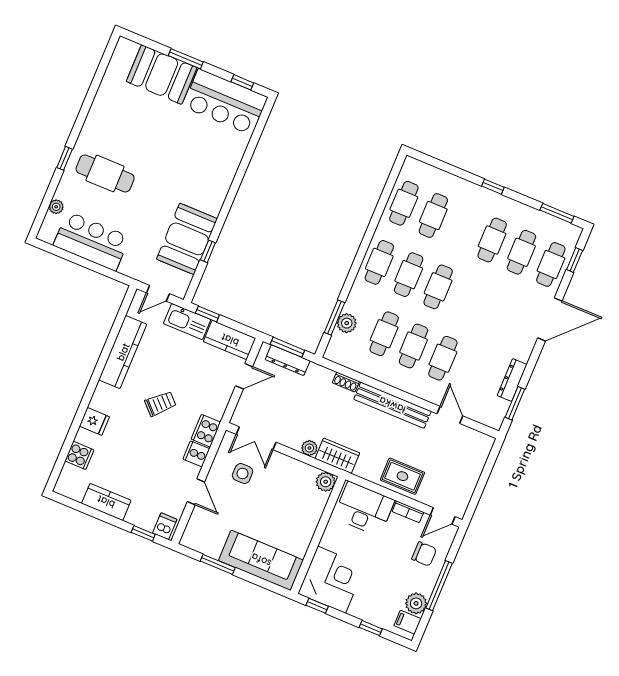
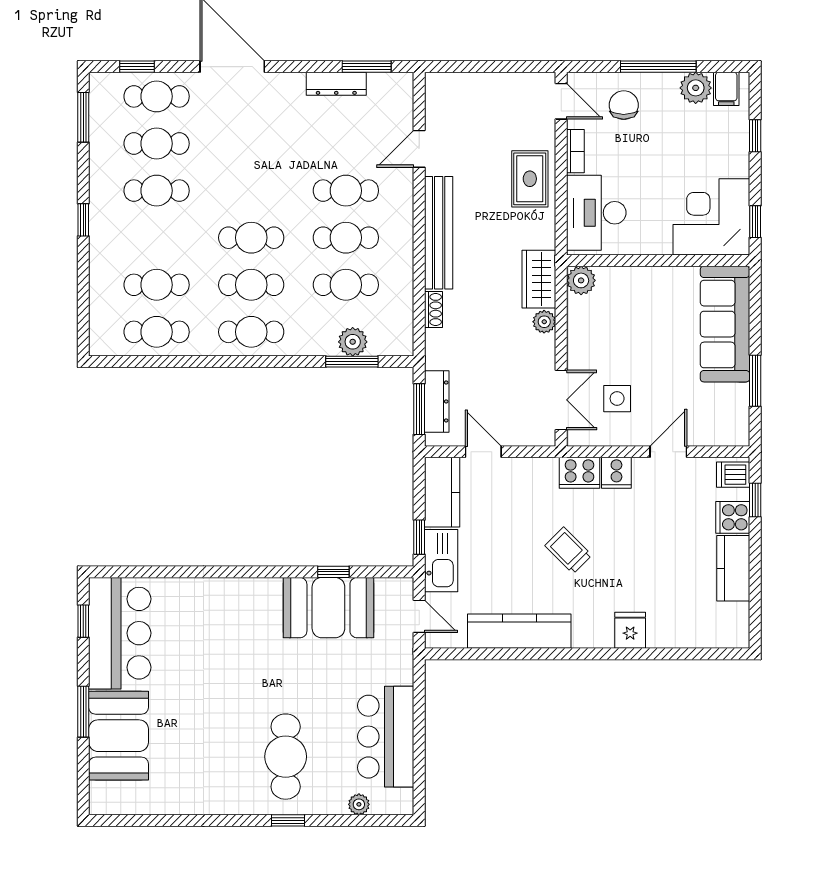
cooker: (79, 455) -> (733, 517), moved, turned -90

